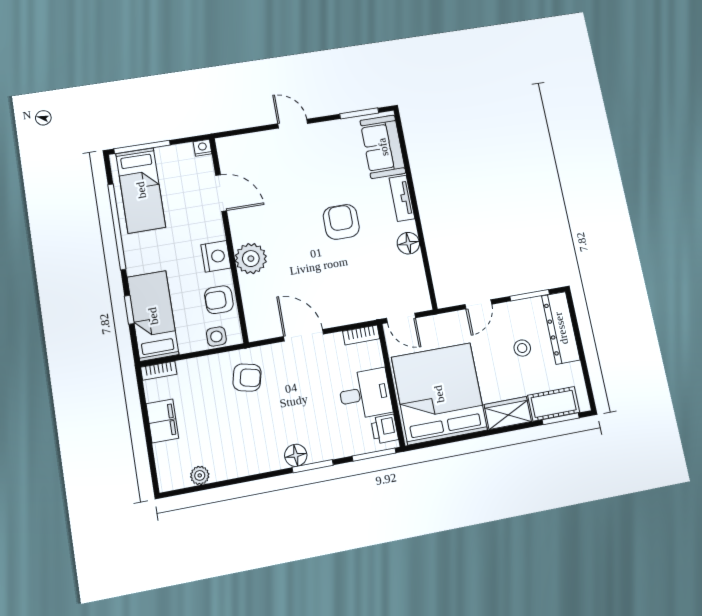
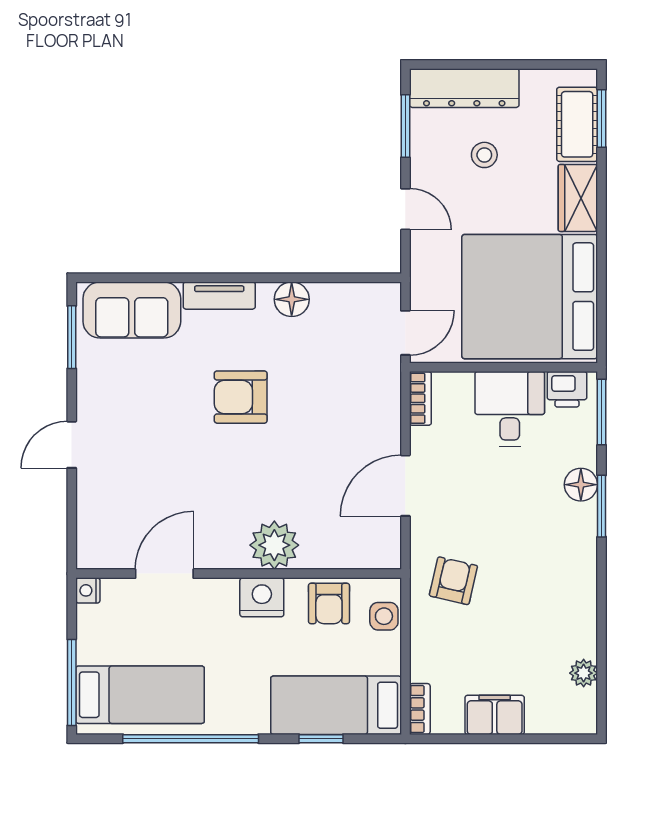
floor lamp: (296, 455) -> (581, 485), moved

